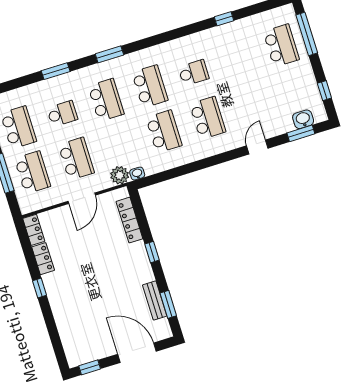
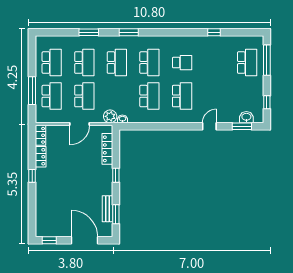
school desk: (62, 114) -> (84, 63), width x1.85

